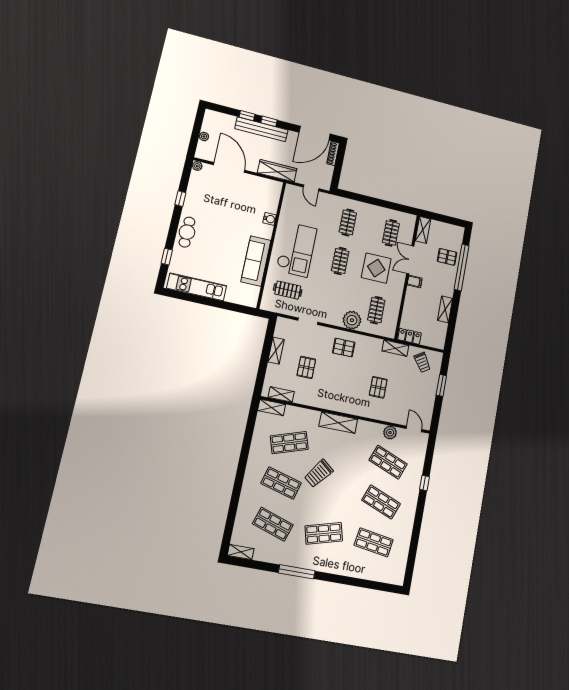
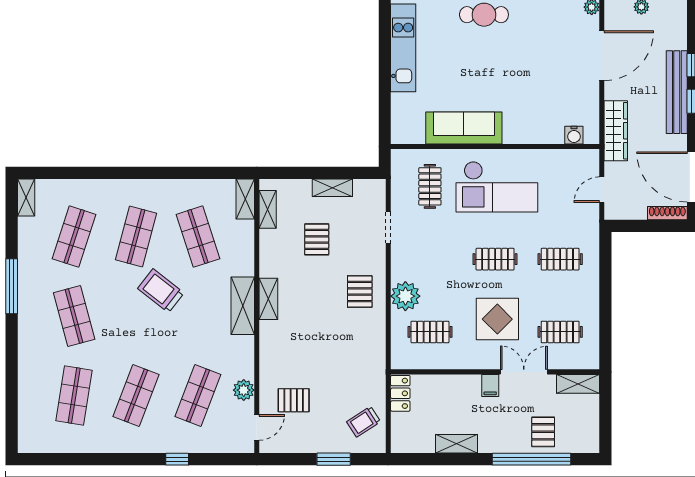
water cooler: (270, 219) -> (574, 135), moved
shelving: (395, 348) -> (268, 299), moved
pallet: (306, 367) -> (317, 239), turned 90
pallet: (378, 387) -> (294, 400), moved

